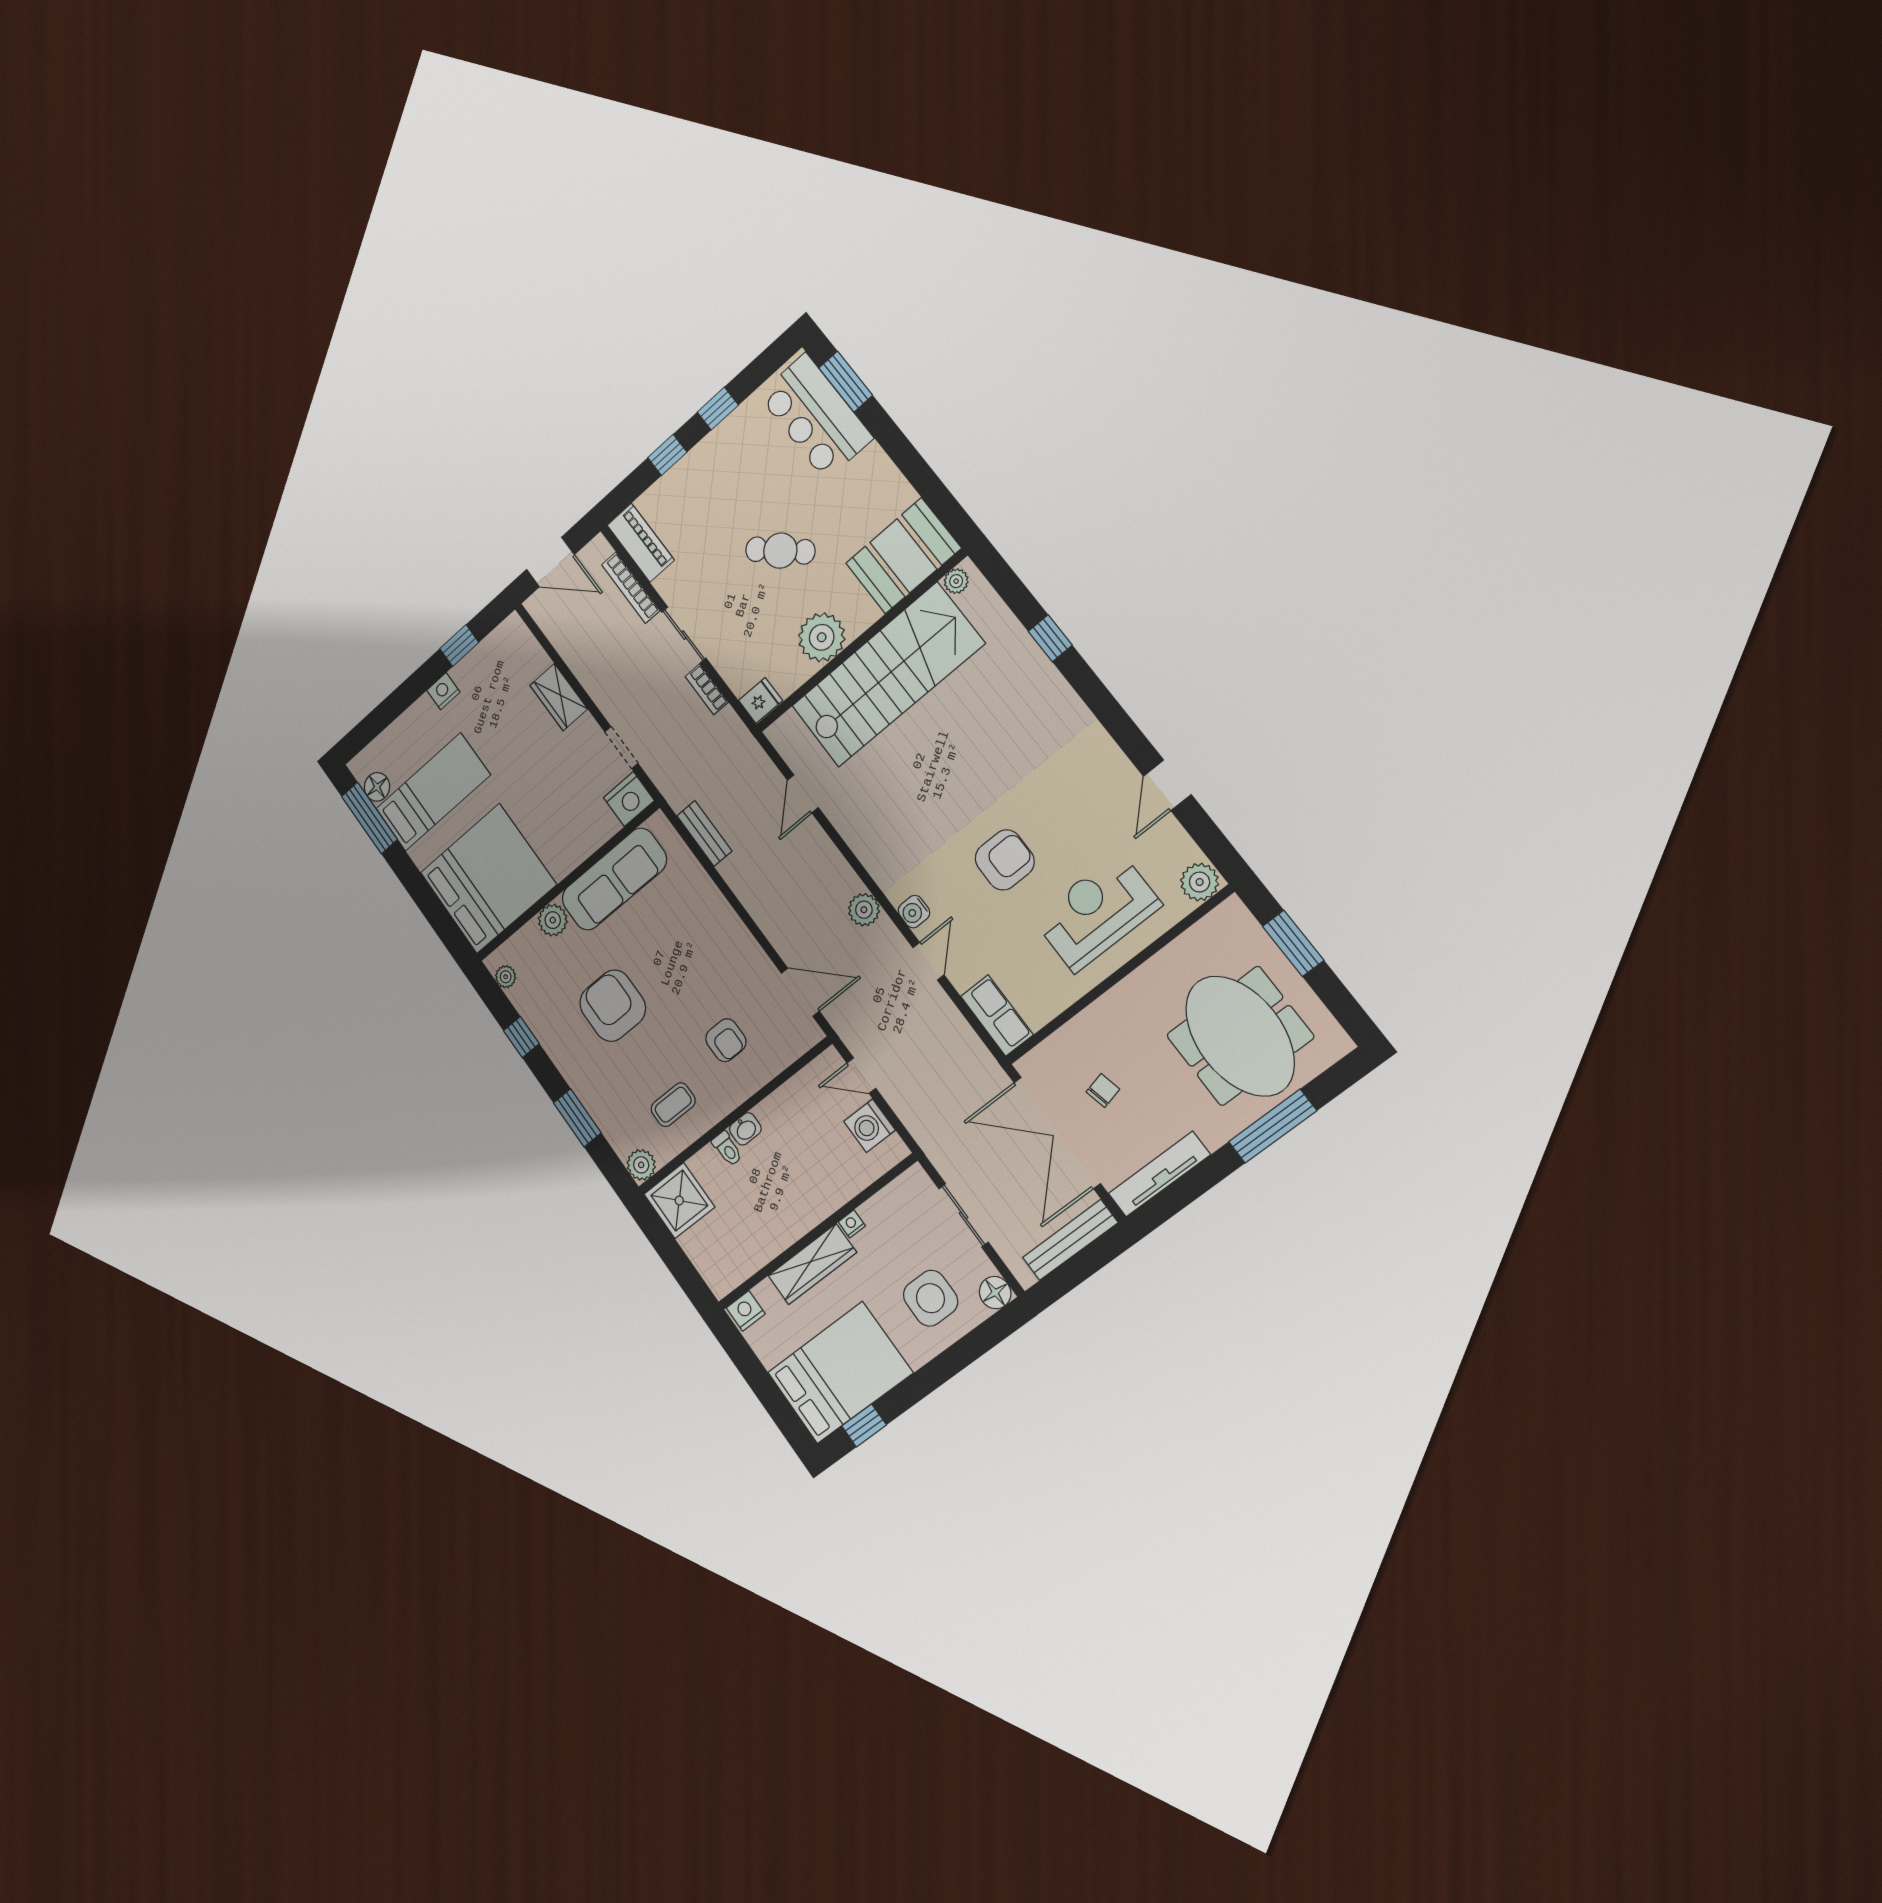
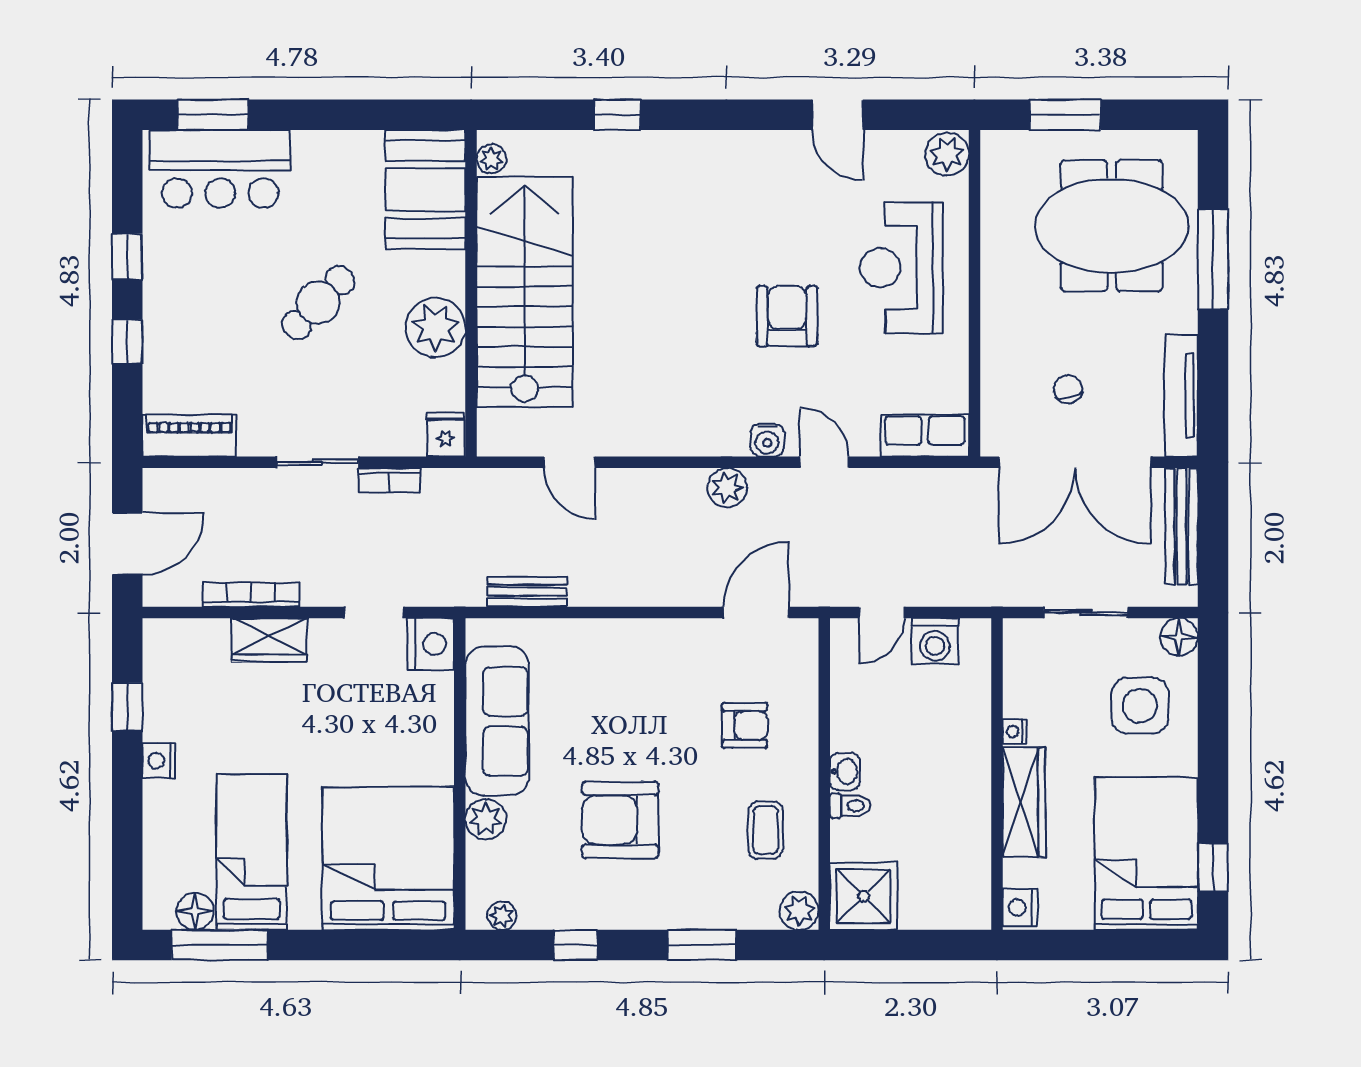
bookcase: (631, 588) -> (251, 595), moved, turned 180

